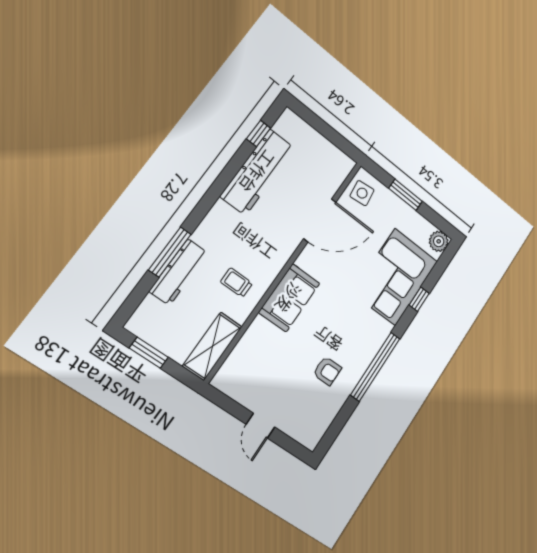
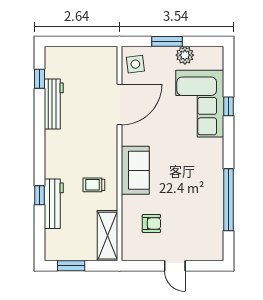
workbench: (258, 172) -> (54, 104), width x0.73, depth x0.76
plant: (439, 241) -> (185, 55), moved
window: (170, 252) -> (39, 195), width x0.46
window: (375, 367) -> (228, 200), moved
armchair: (327, 371) -> (151, 223), moved

